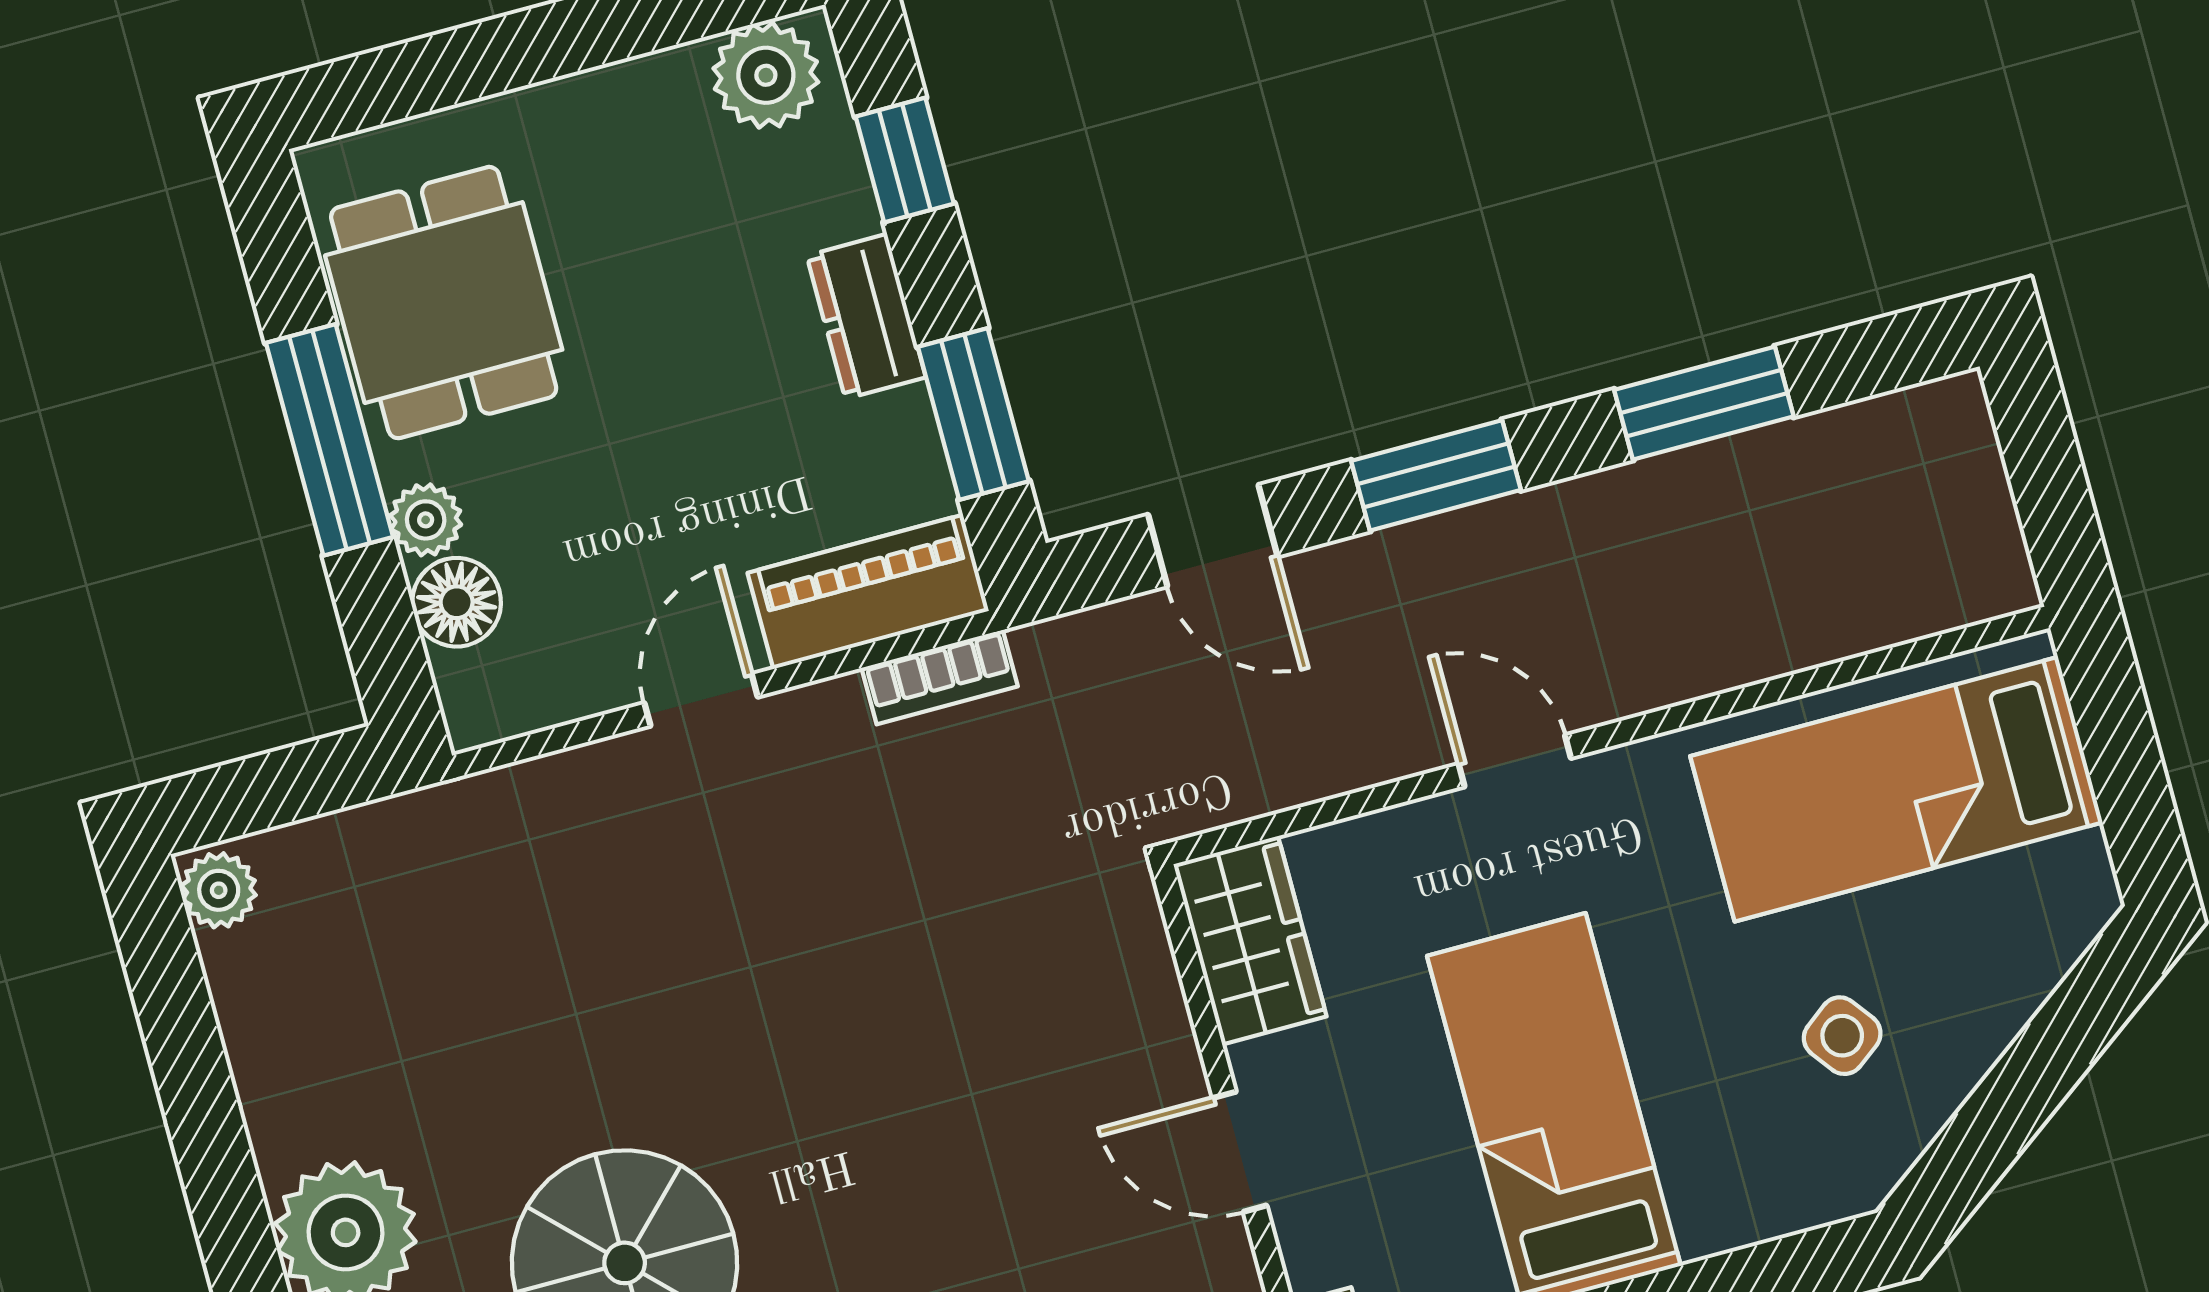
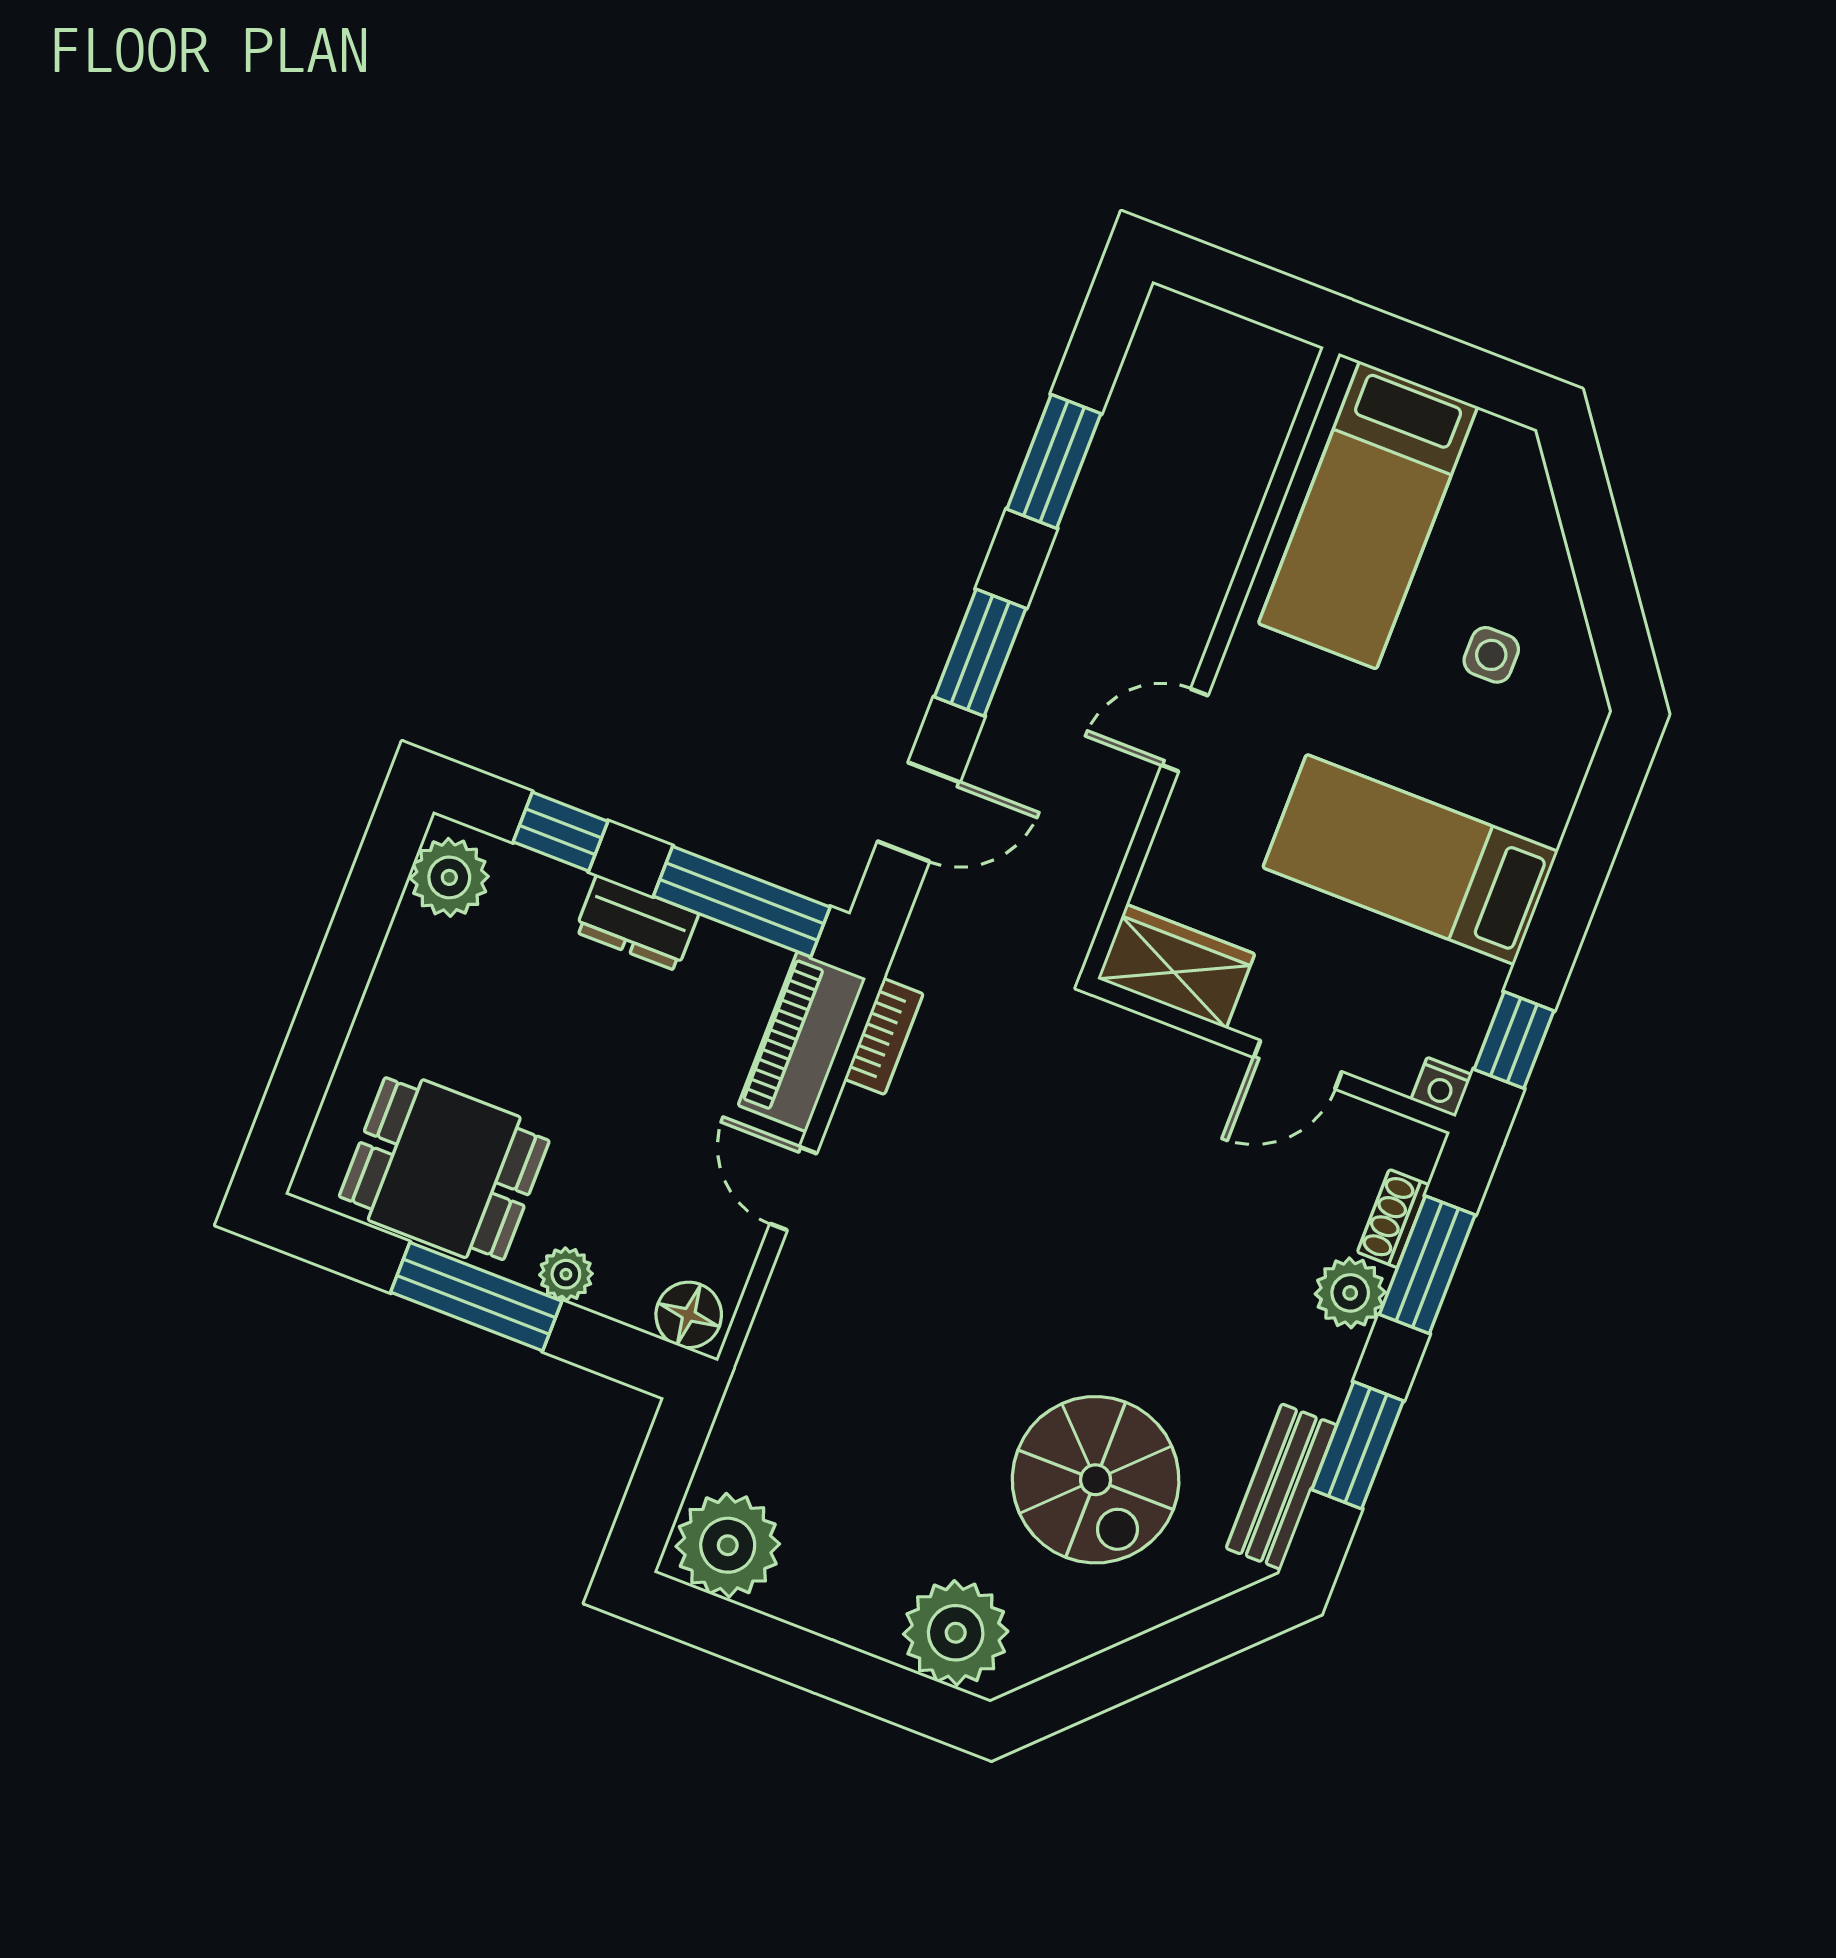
window: (973, 414) -> (742, 902), width x1.44
floor lamp: (457, 602) -> (689, 1315), moved
plant: (219, 890) -> (728, 1545), width x1.87, depth x1.87
side table: (1842, 1036) -> (1491, 655), turned 37

